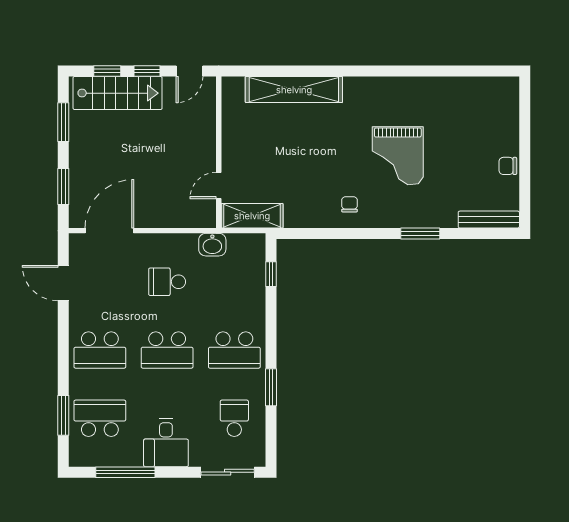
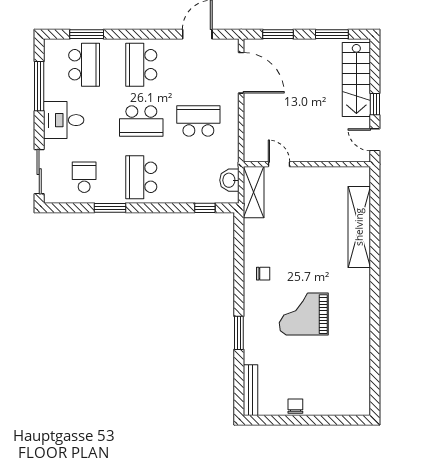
window: (107, 71) -> (375, 71), removed
washbasin: (212, 245) -> (229, 180), moved
school desk: (167, 282) -> (198, 121), width x1.85
school desk: (167, 350) -> (141, 121), turned -90
school desk: (234, 418) -> (84, 177), turned -90

